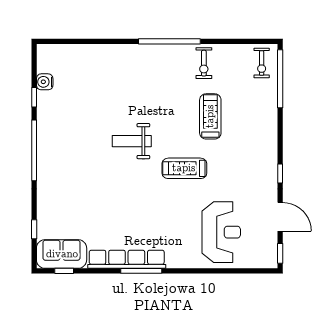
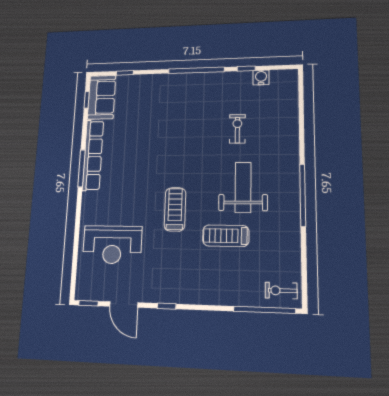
exercise bike: (204, 63) -> (237, 129), moved, turned 90
treadmill: (210, 116) -> (226, 236), turned 180
weight bench: (132, 141) -> (243, 187), moved, width x1.36, depth x1.33
door: (280, 217) -> (124, 305), hinge flipped

